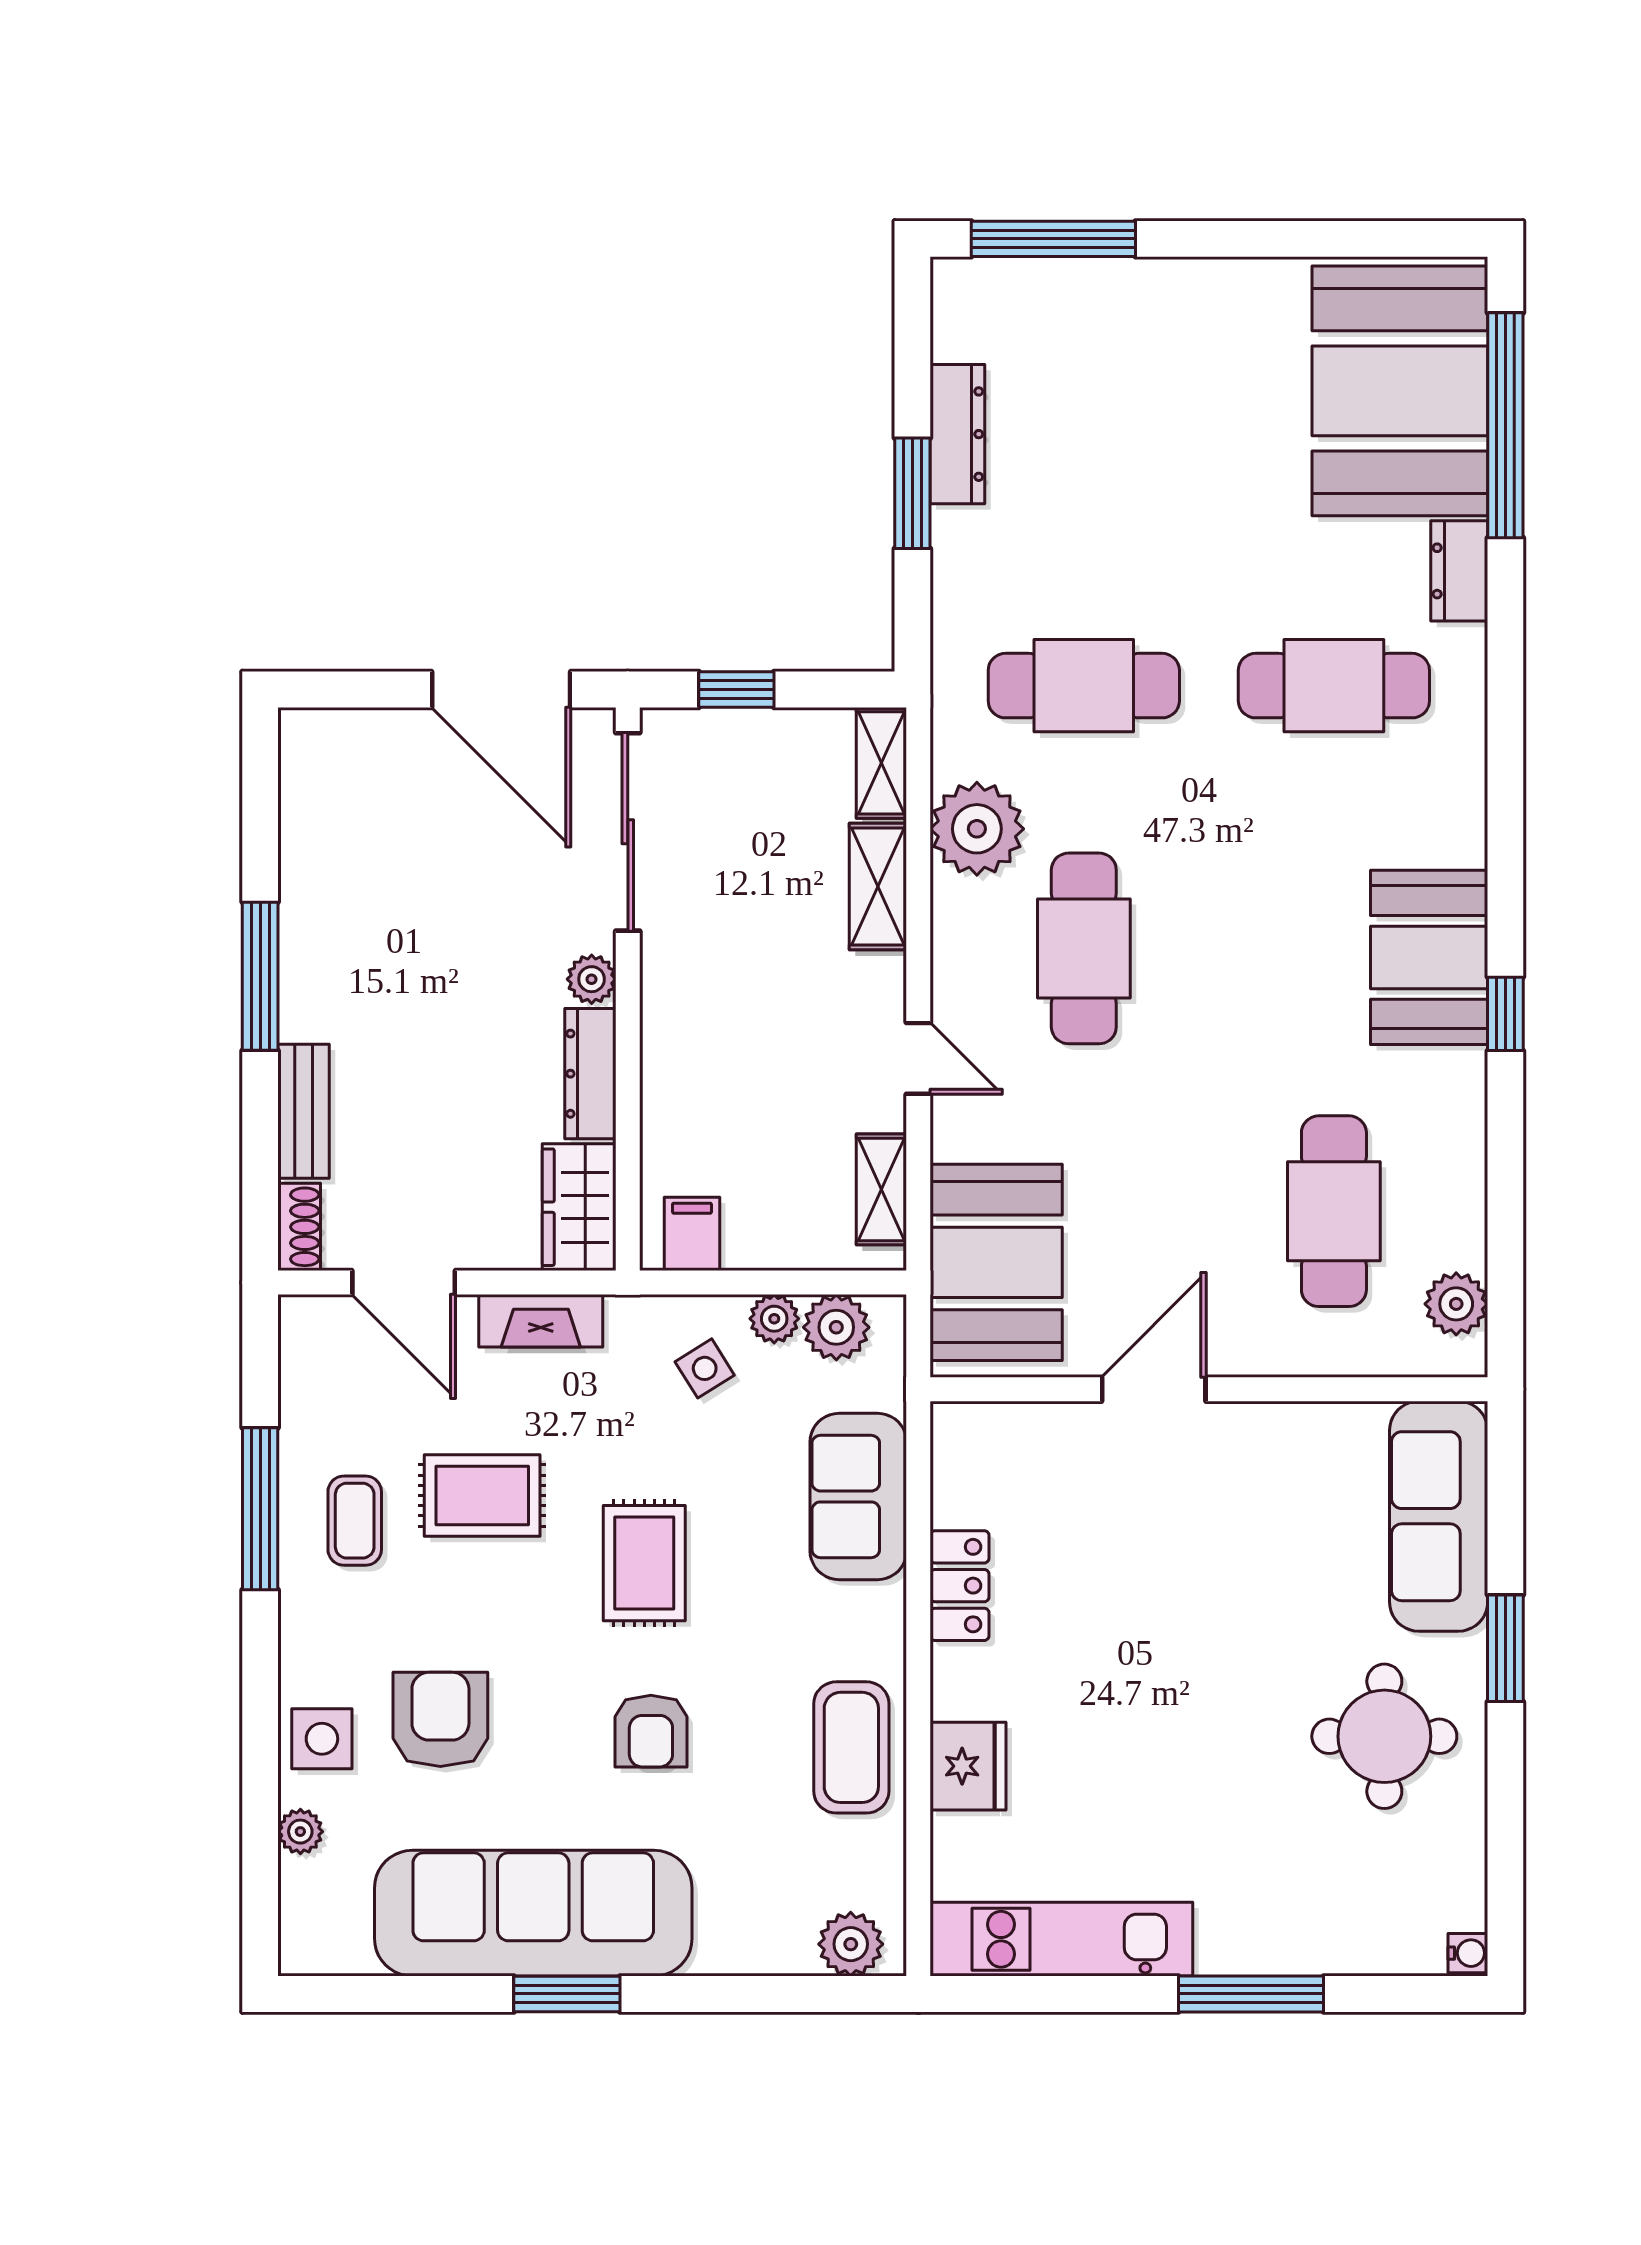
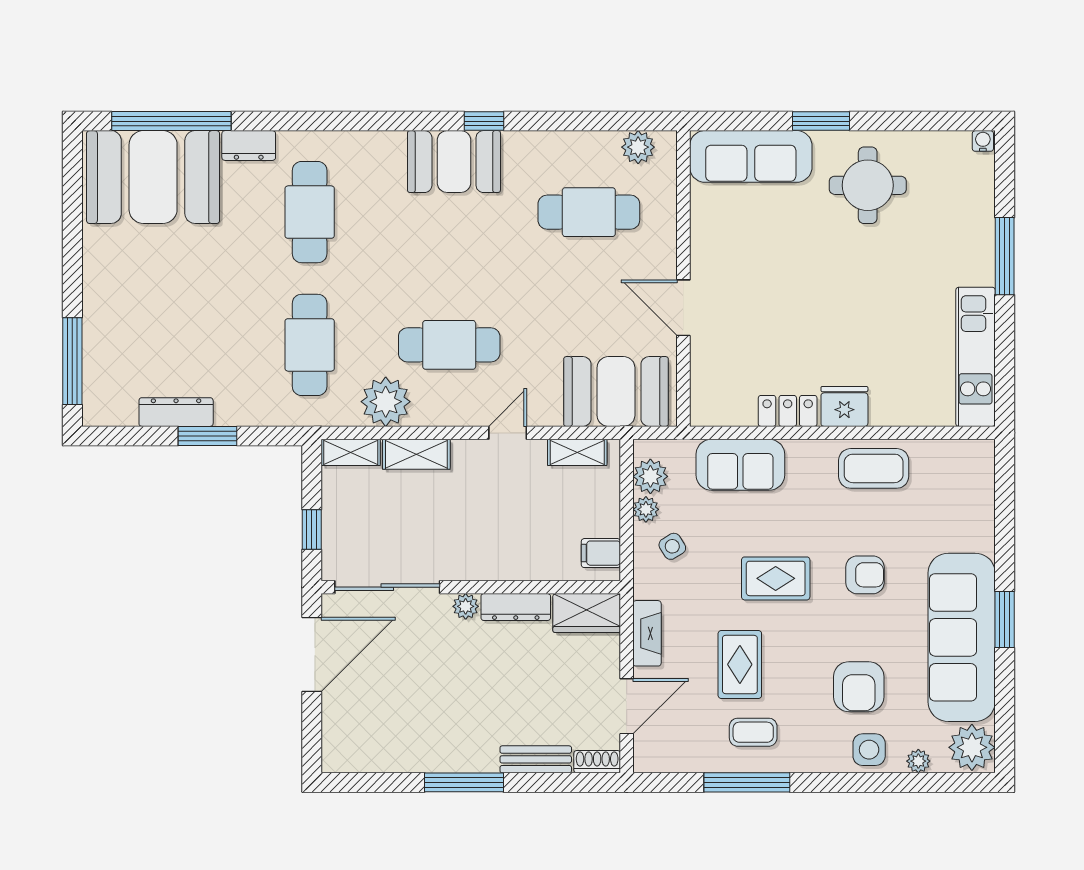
armchair: (440, 1719) -> (859, 687), turned -90
fridge: (968, 1766) -> (844, 406), moved
plant: (851, 1944) -> (972, 747), moved, width x1.36, depth x1.36

